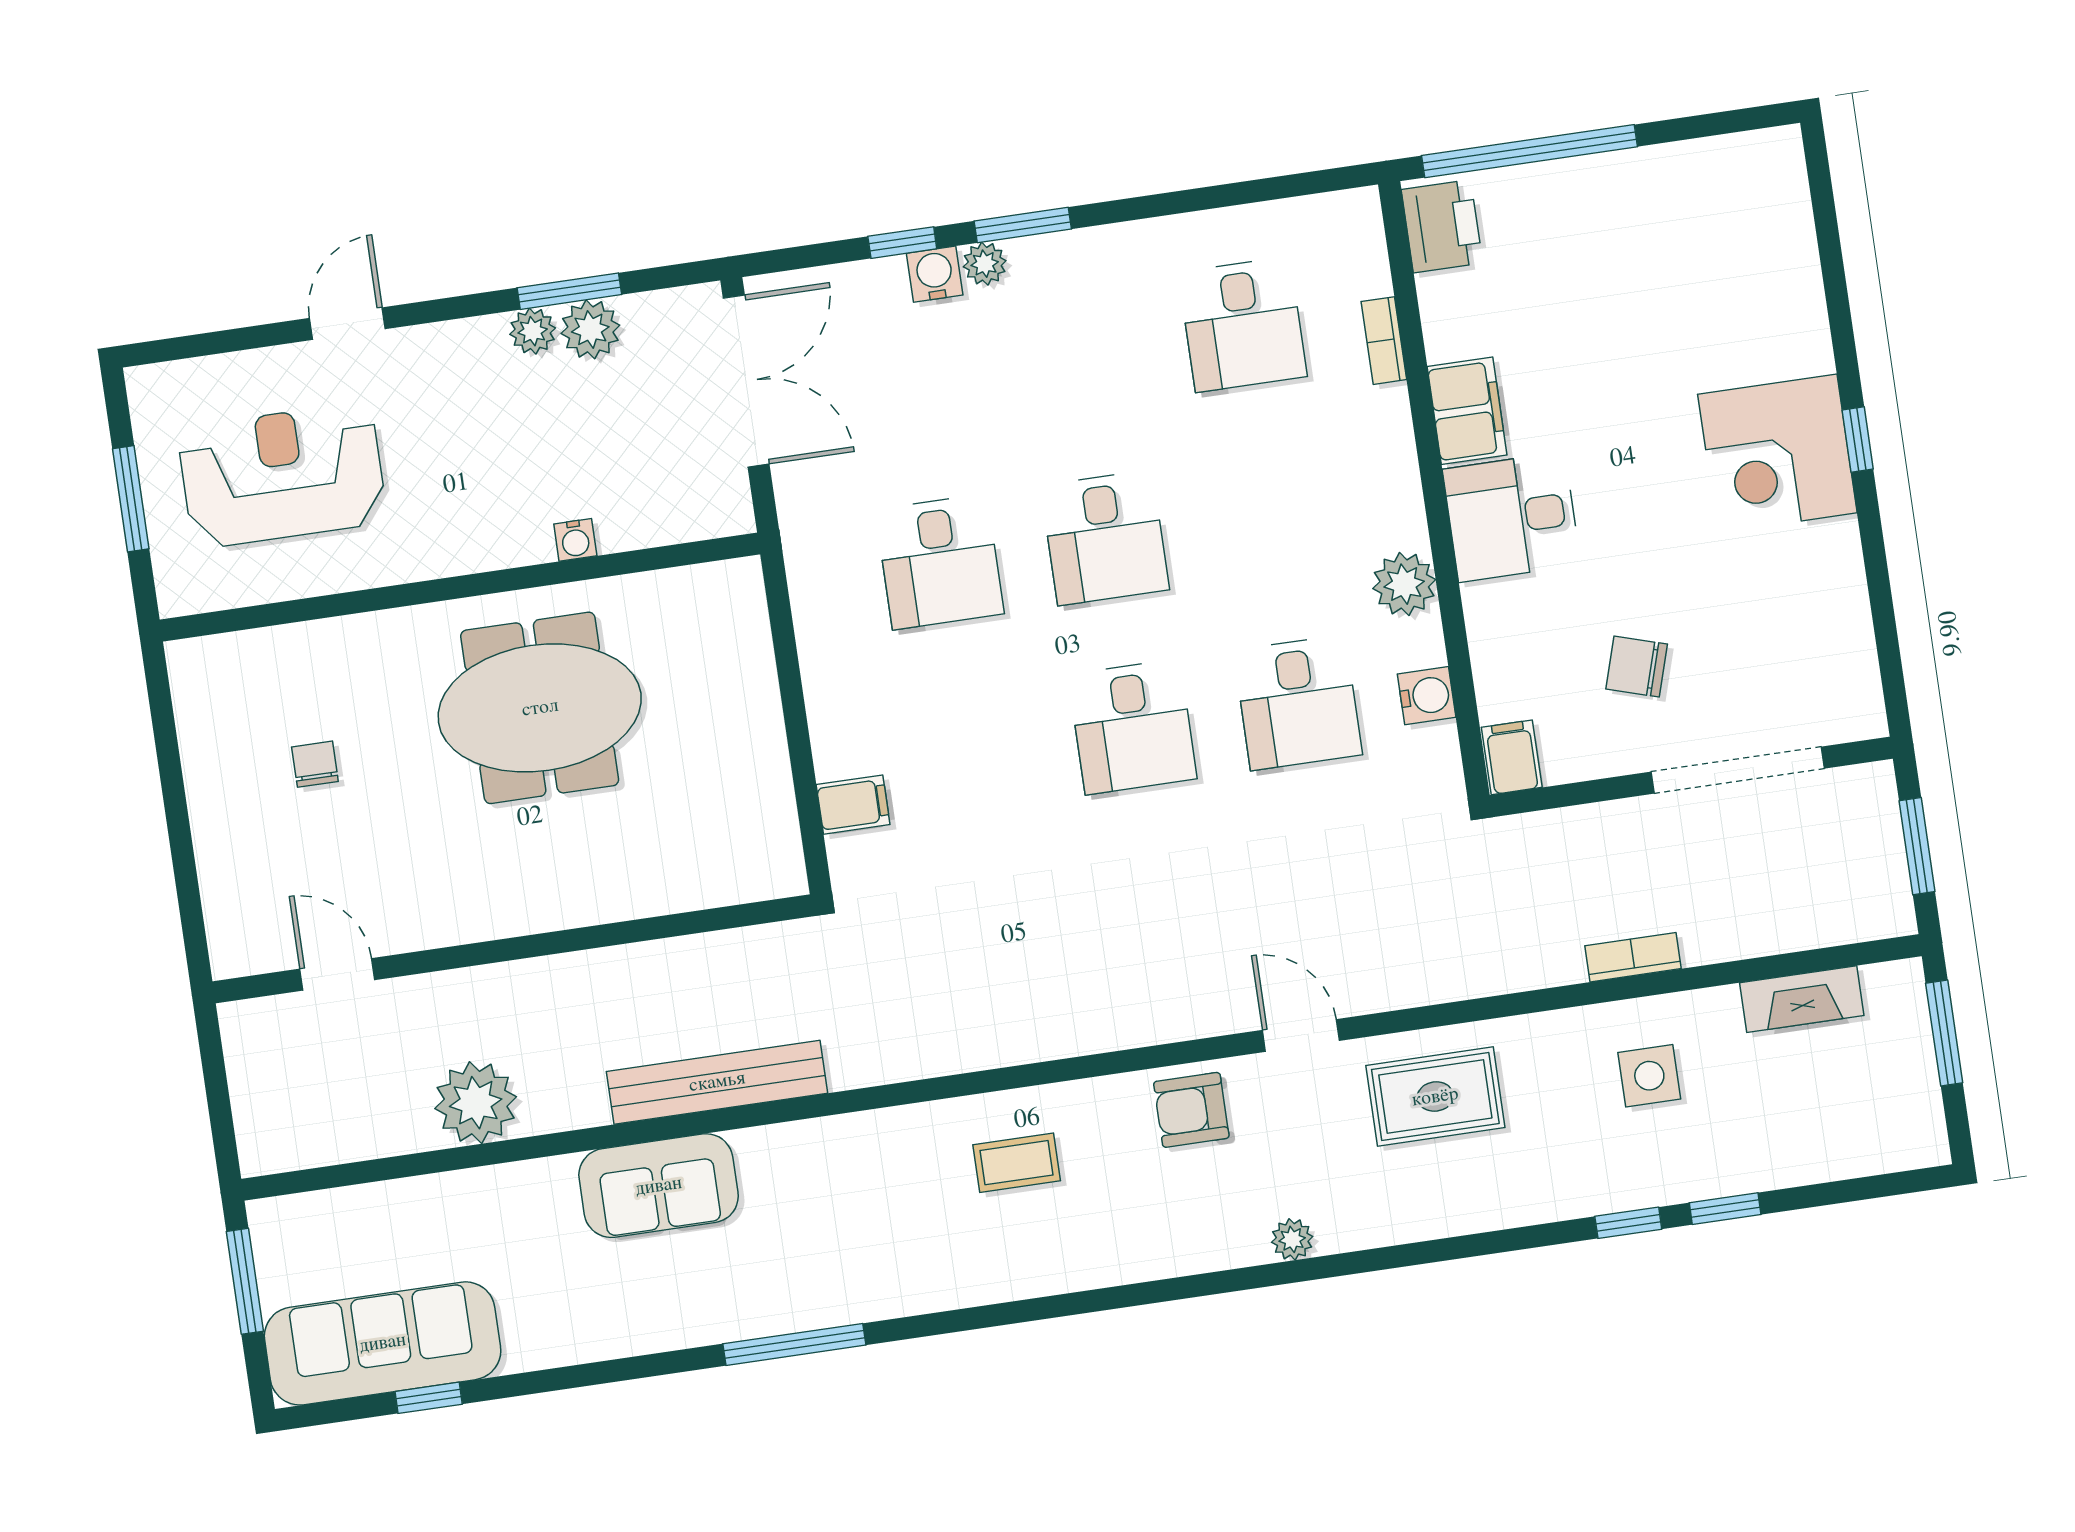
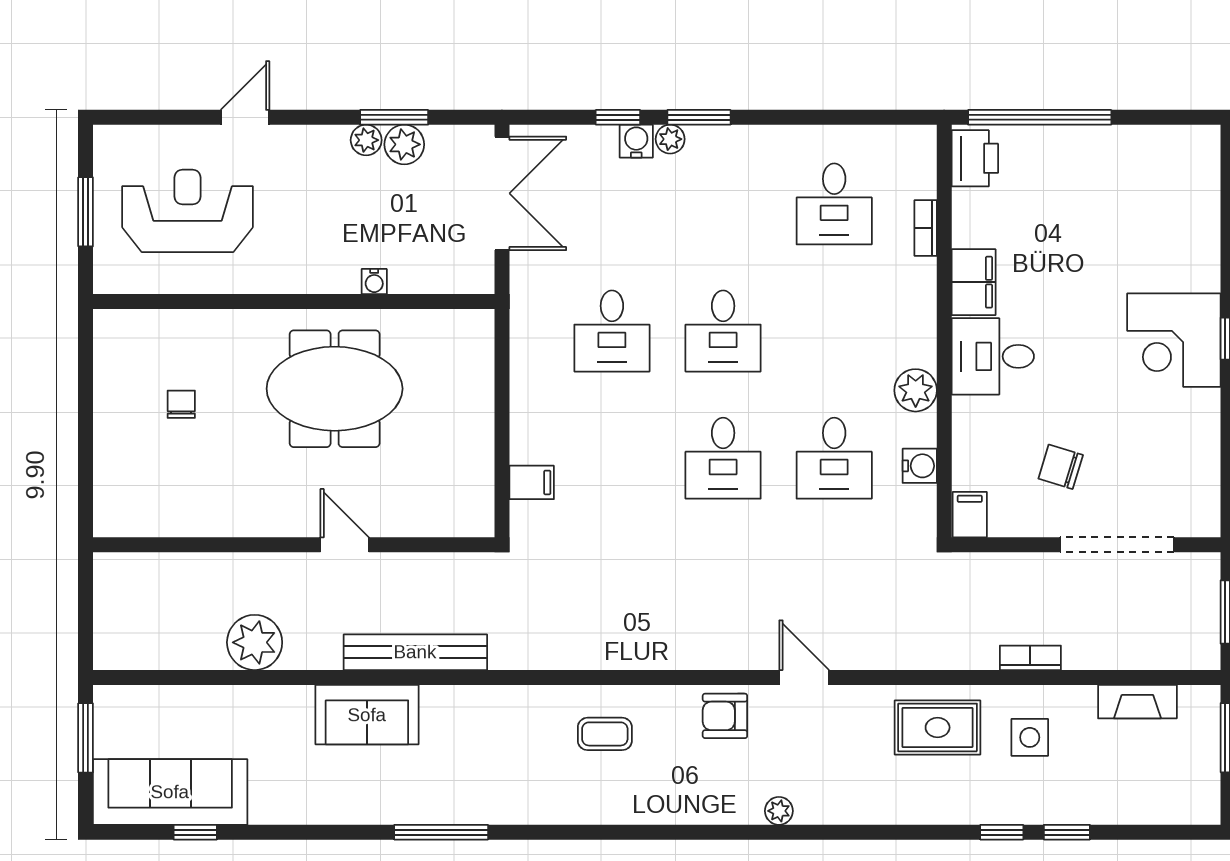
door: (337, 974) -> (345, 545), moved
rug: (1435, 1097) -> (938, 727), moved

